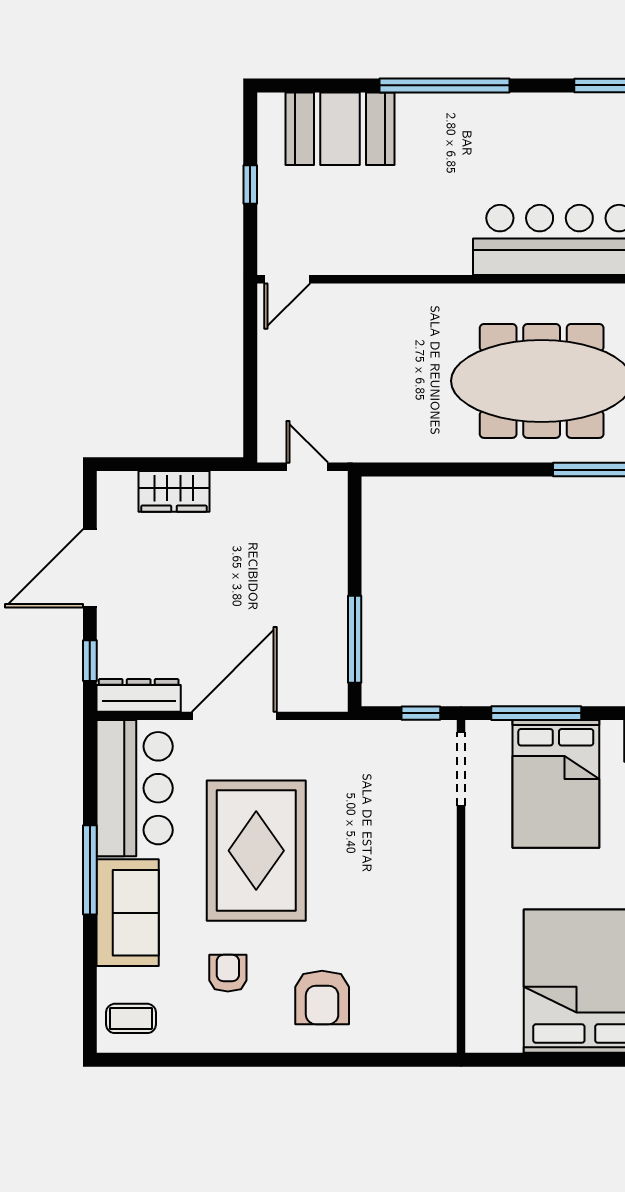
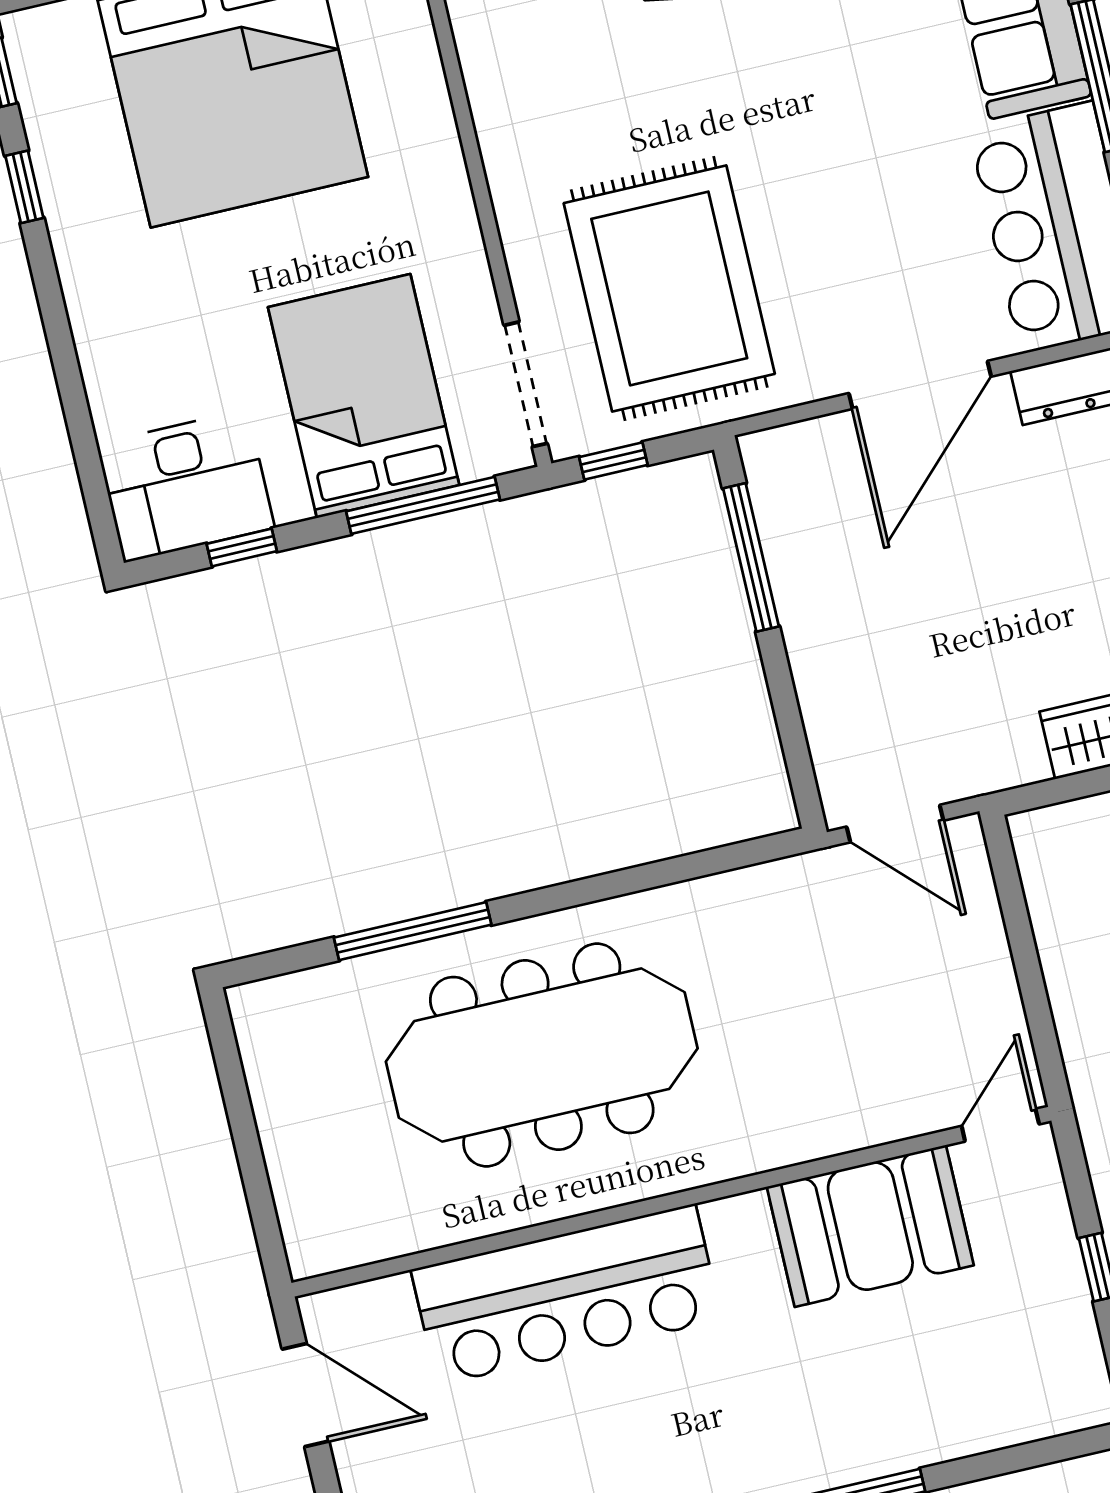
booth: (340, 129) -> (870, 1226), moved
door: (307, 467) -> (895, 824), width x1.38
rug: (256, 851) -> (669, 288), moved

